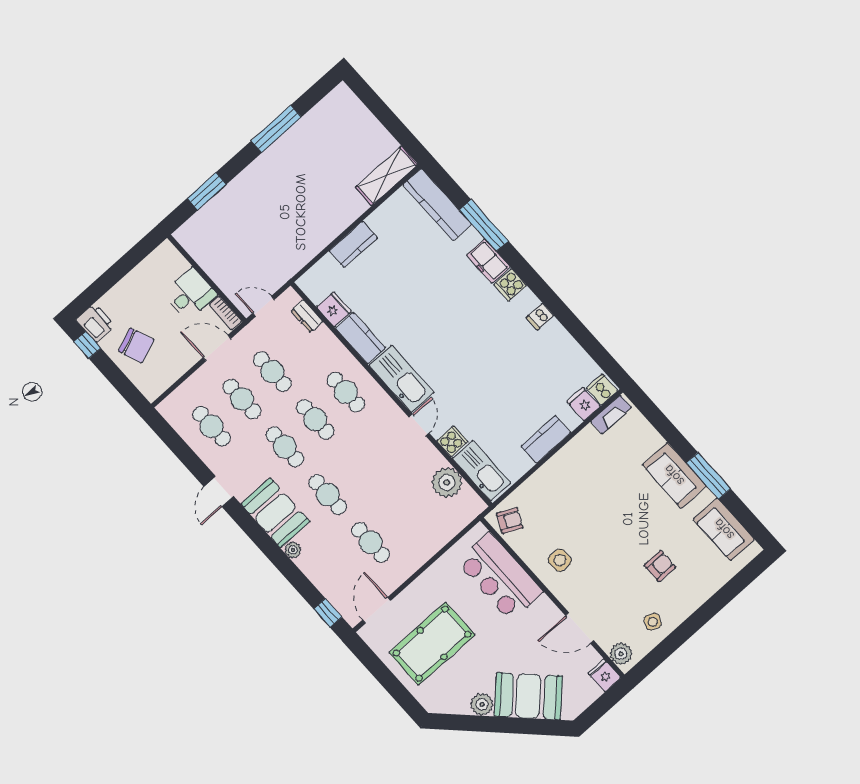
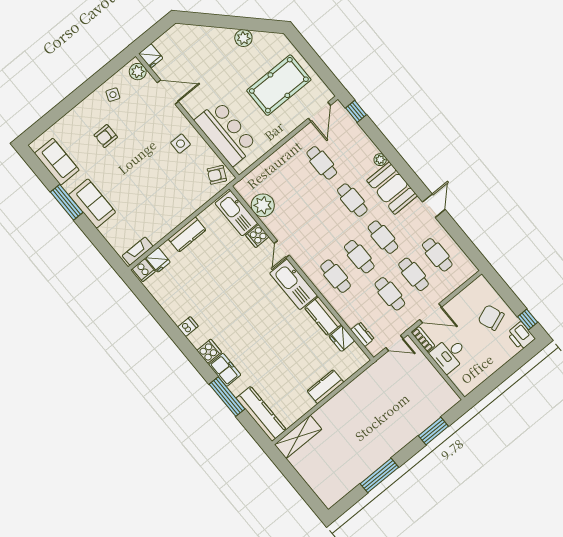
booth: (528, 696) -> (208, 43), removed

